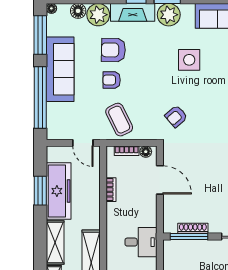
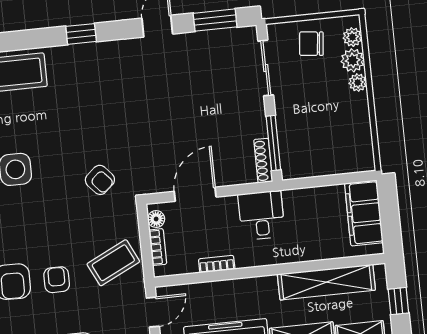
armchair: (112, 80) -> (57, 280), turned 180
shoe rack: (193, 228) -> (263, 161), moved
desk: (141, 242) -> (261, 215), moved

